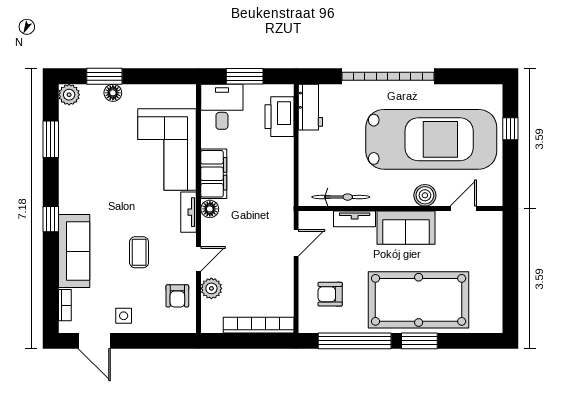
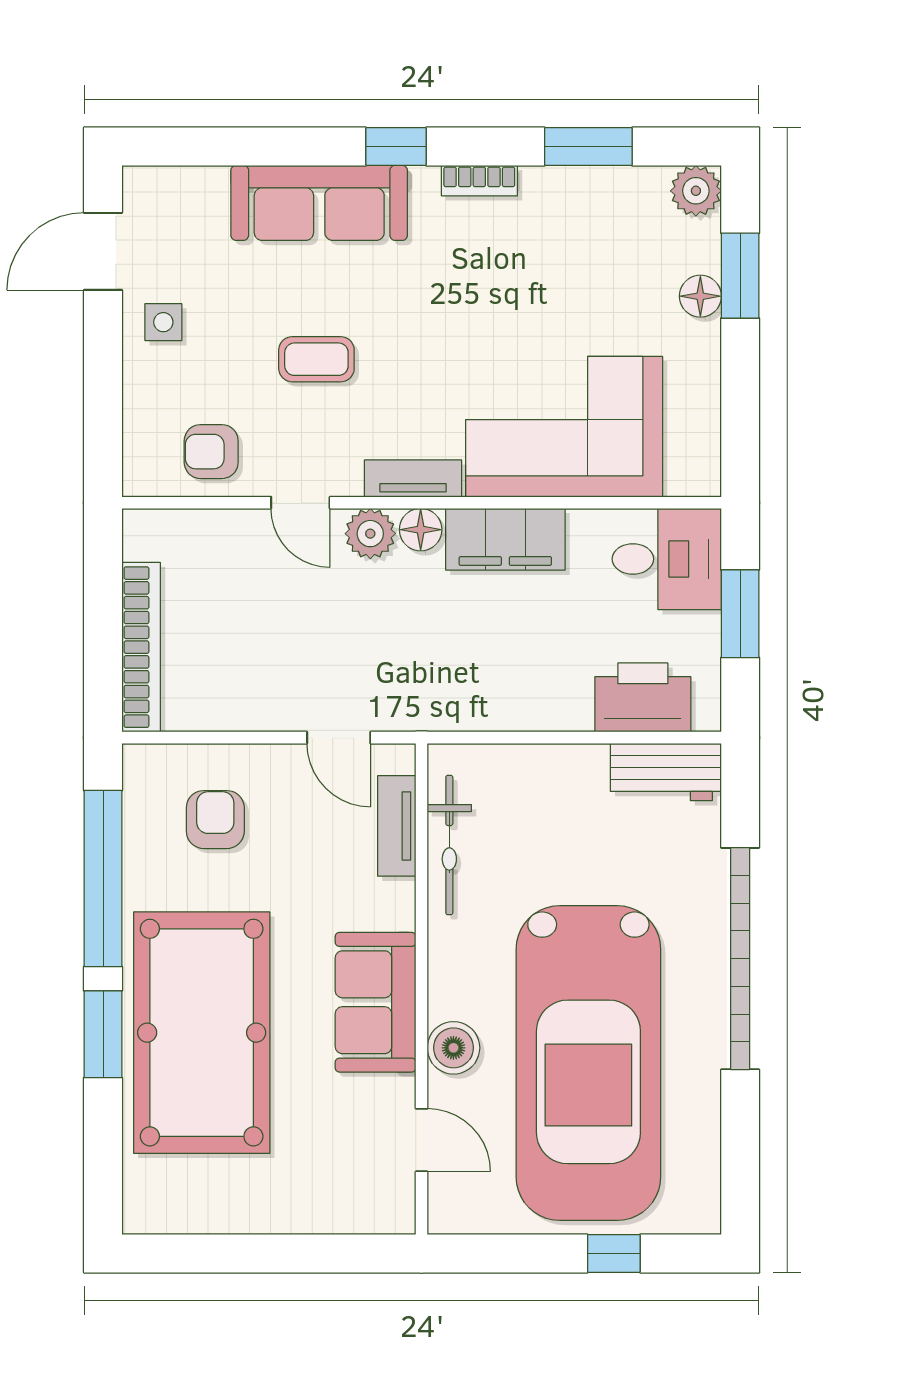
tv unit: (355, 219) -> (397, 826), moved
plant: (211, 288) -> (370, 534), moved
bookcase: (65, 305) -> (479, 181), moved

